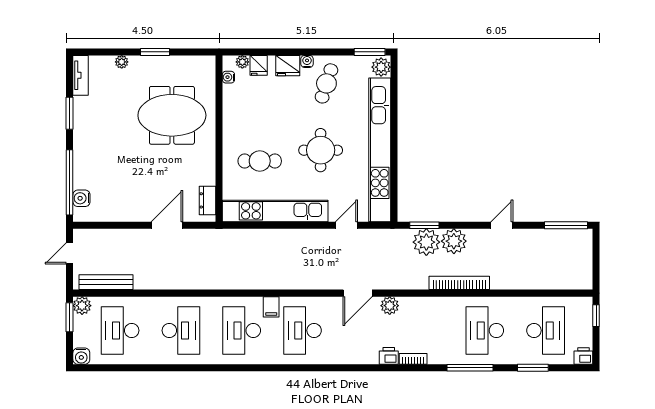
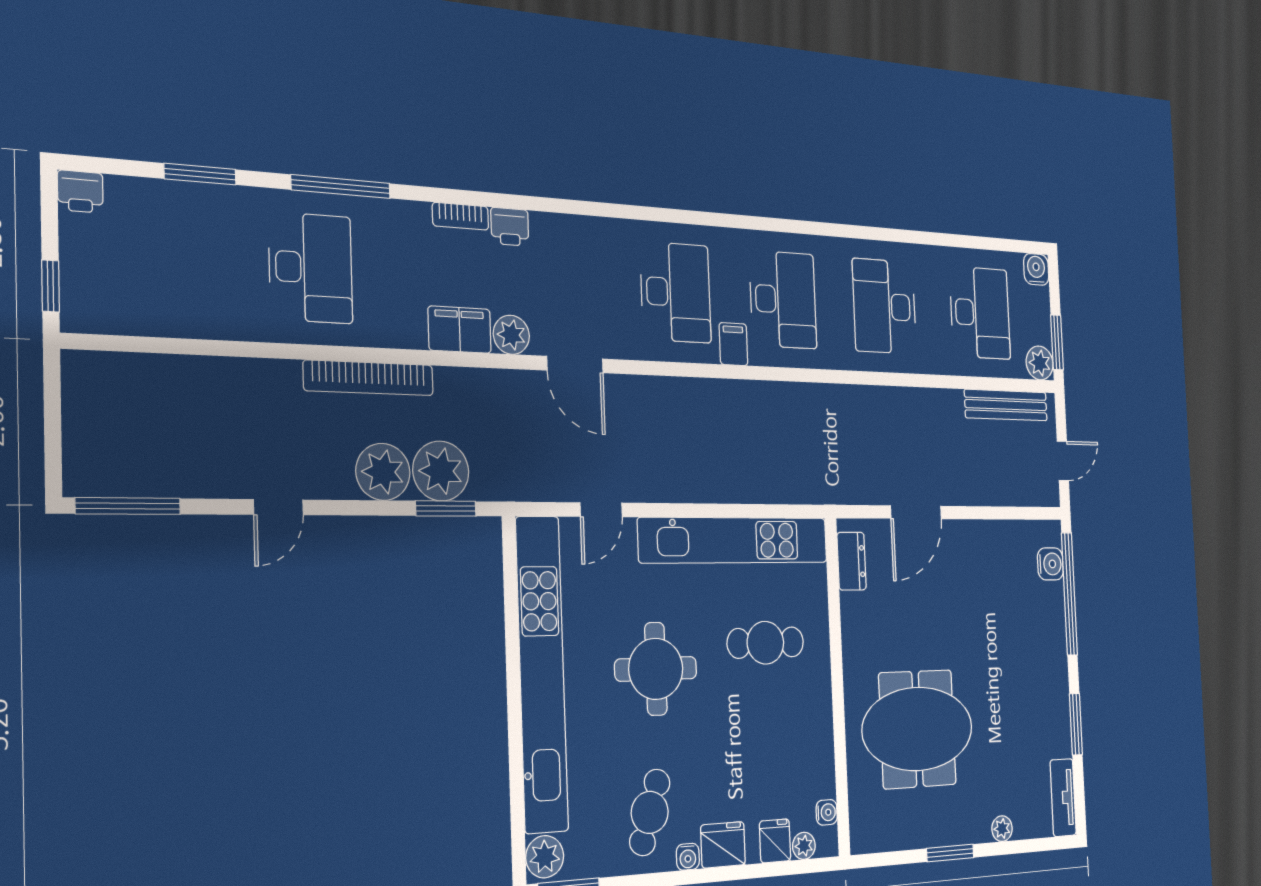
door: (358, 293) -> (575, 365), swing flipped
filing cabinet: (415, 307) -> (460, 330), added
desk: (546, 330) -> (172, 258), removed

